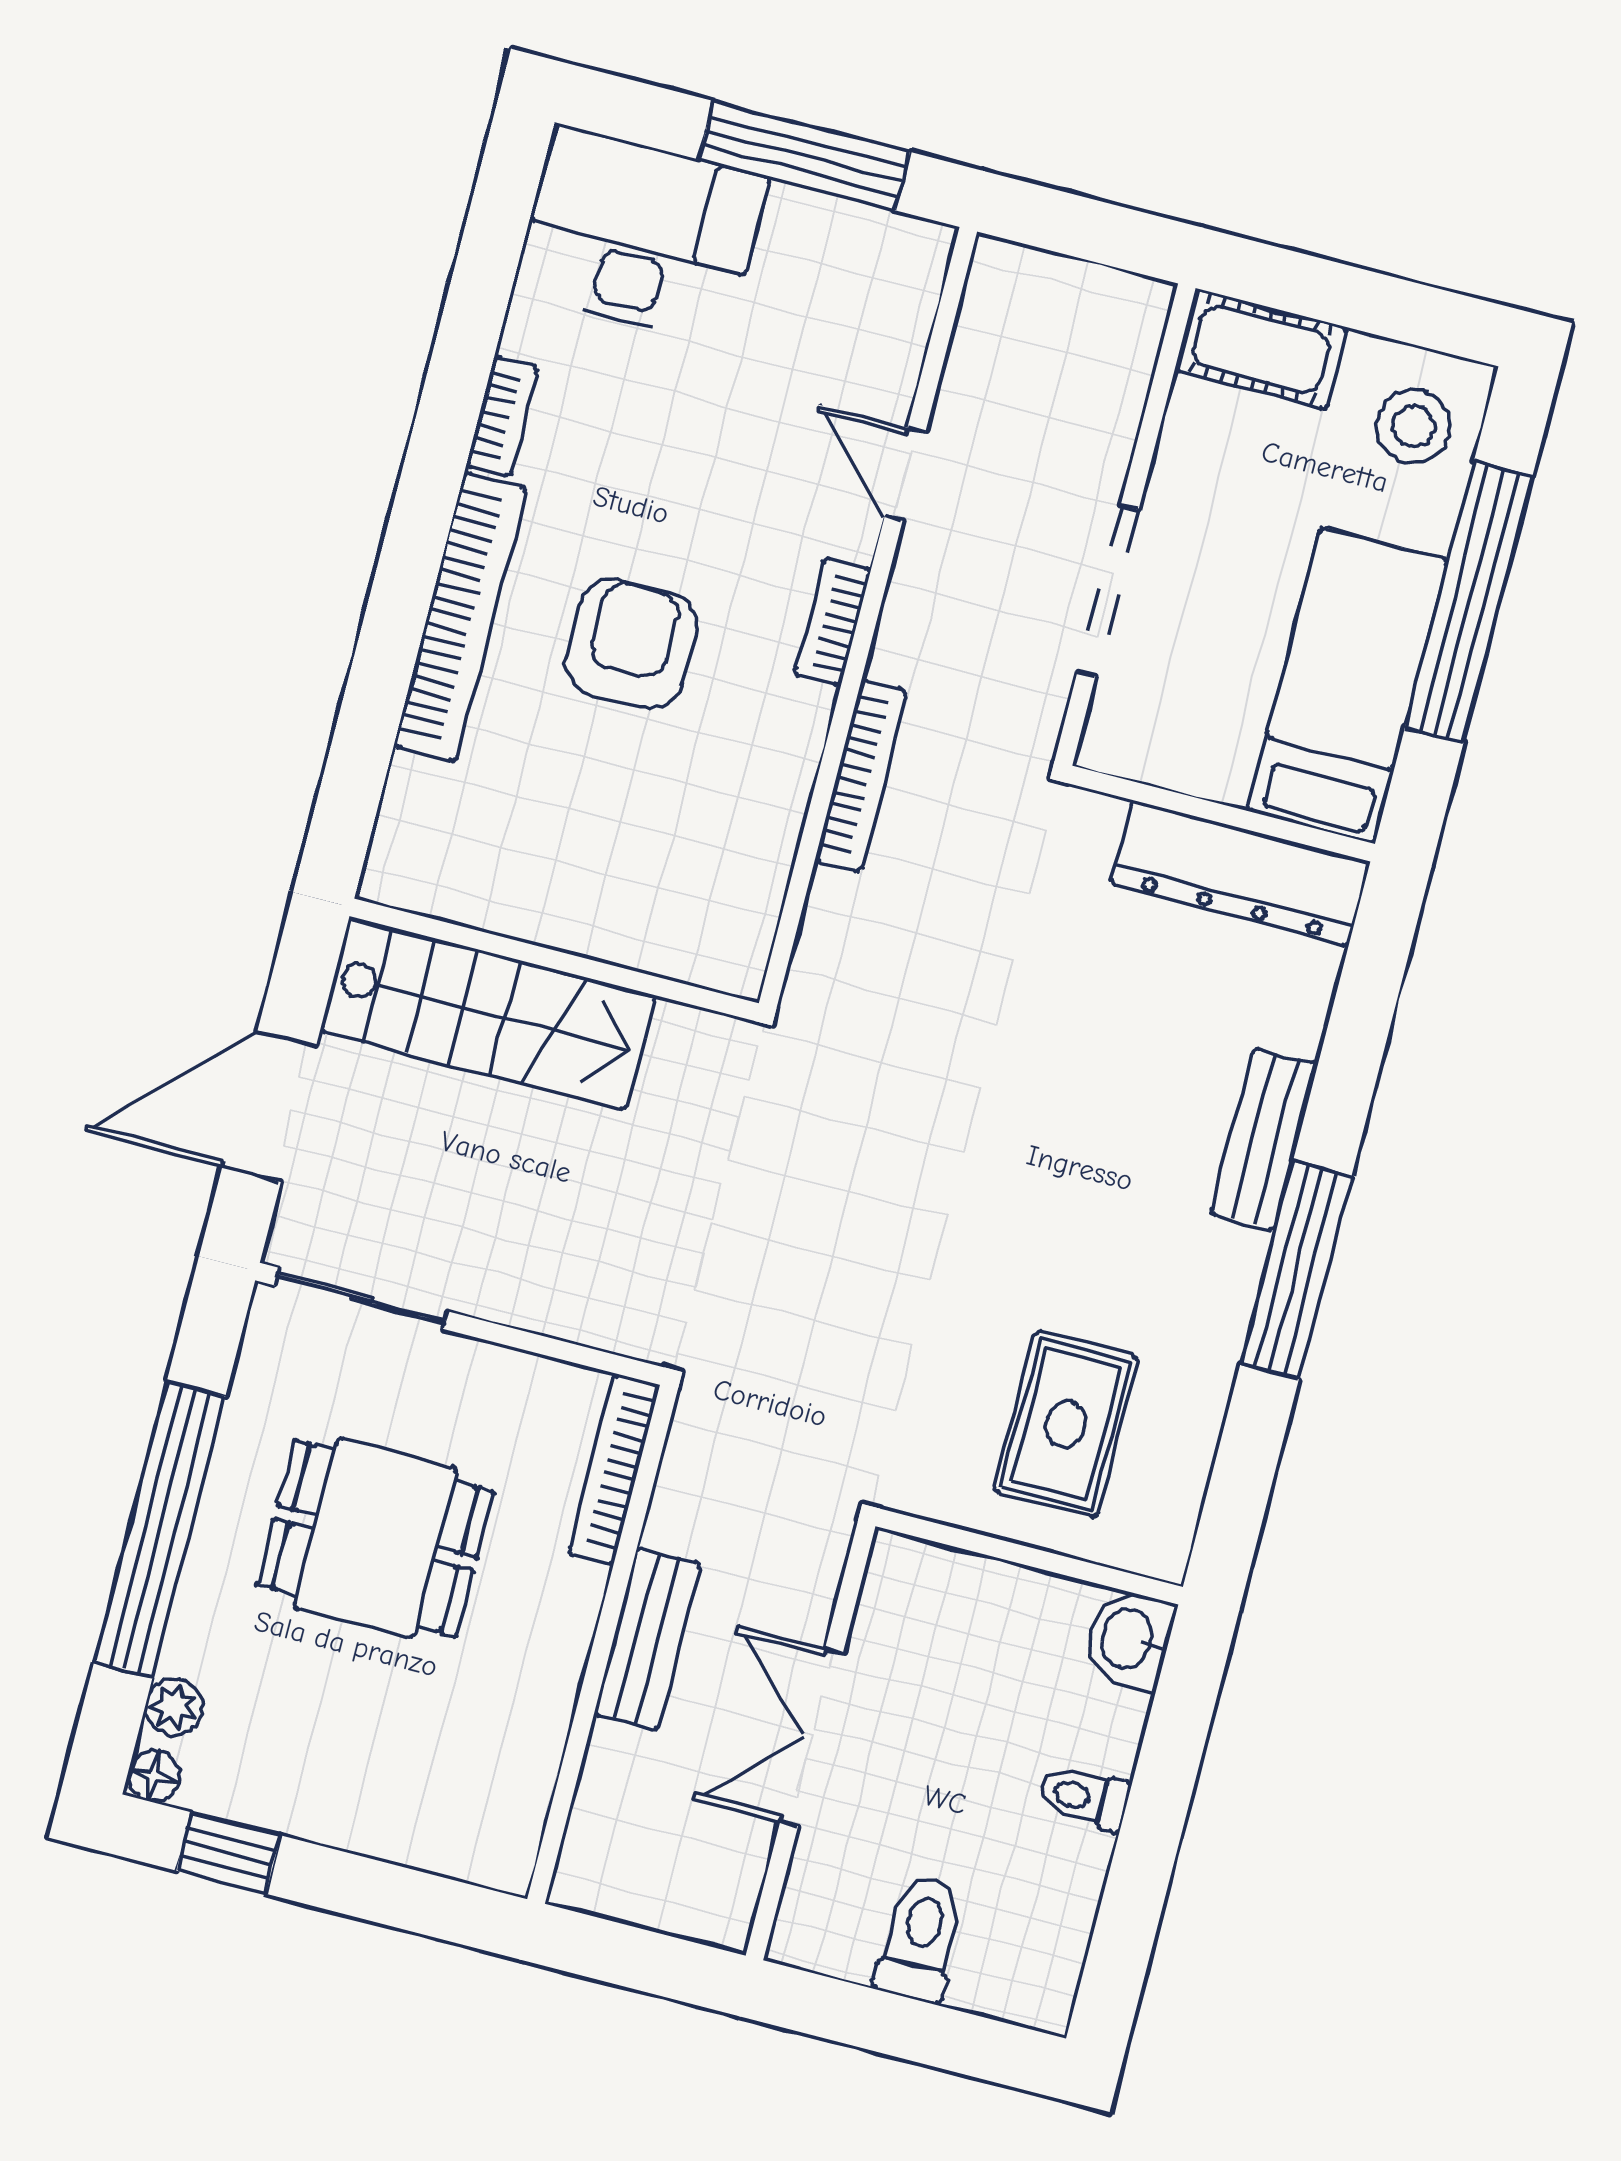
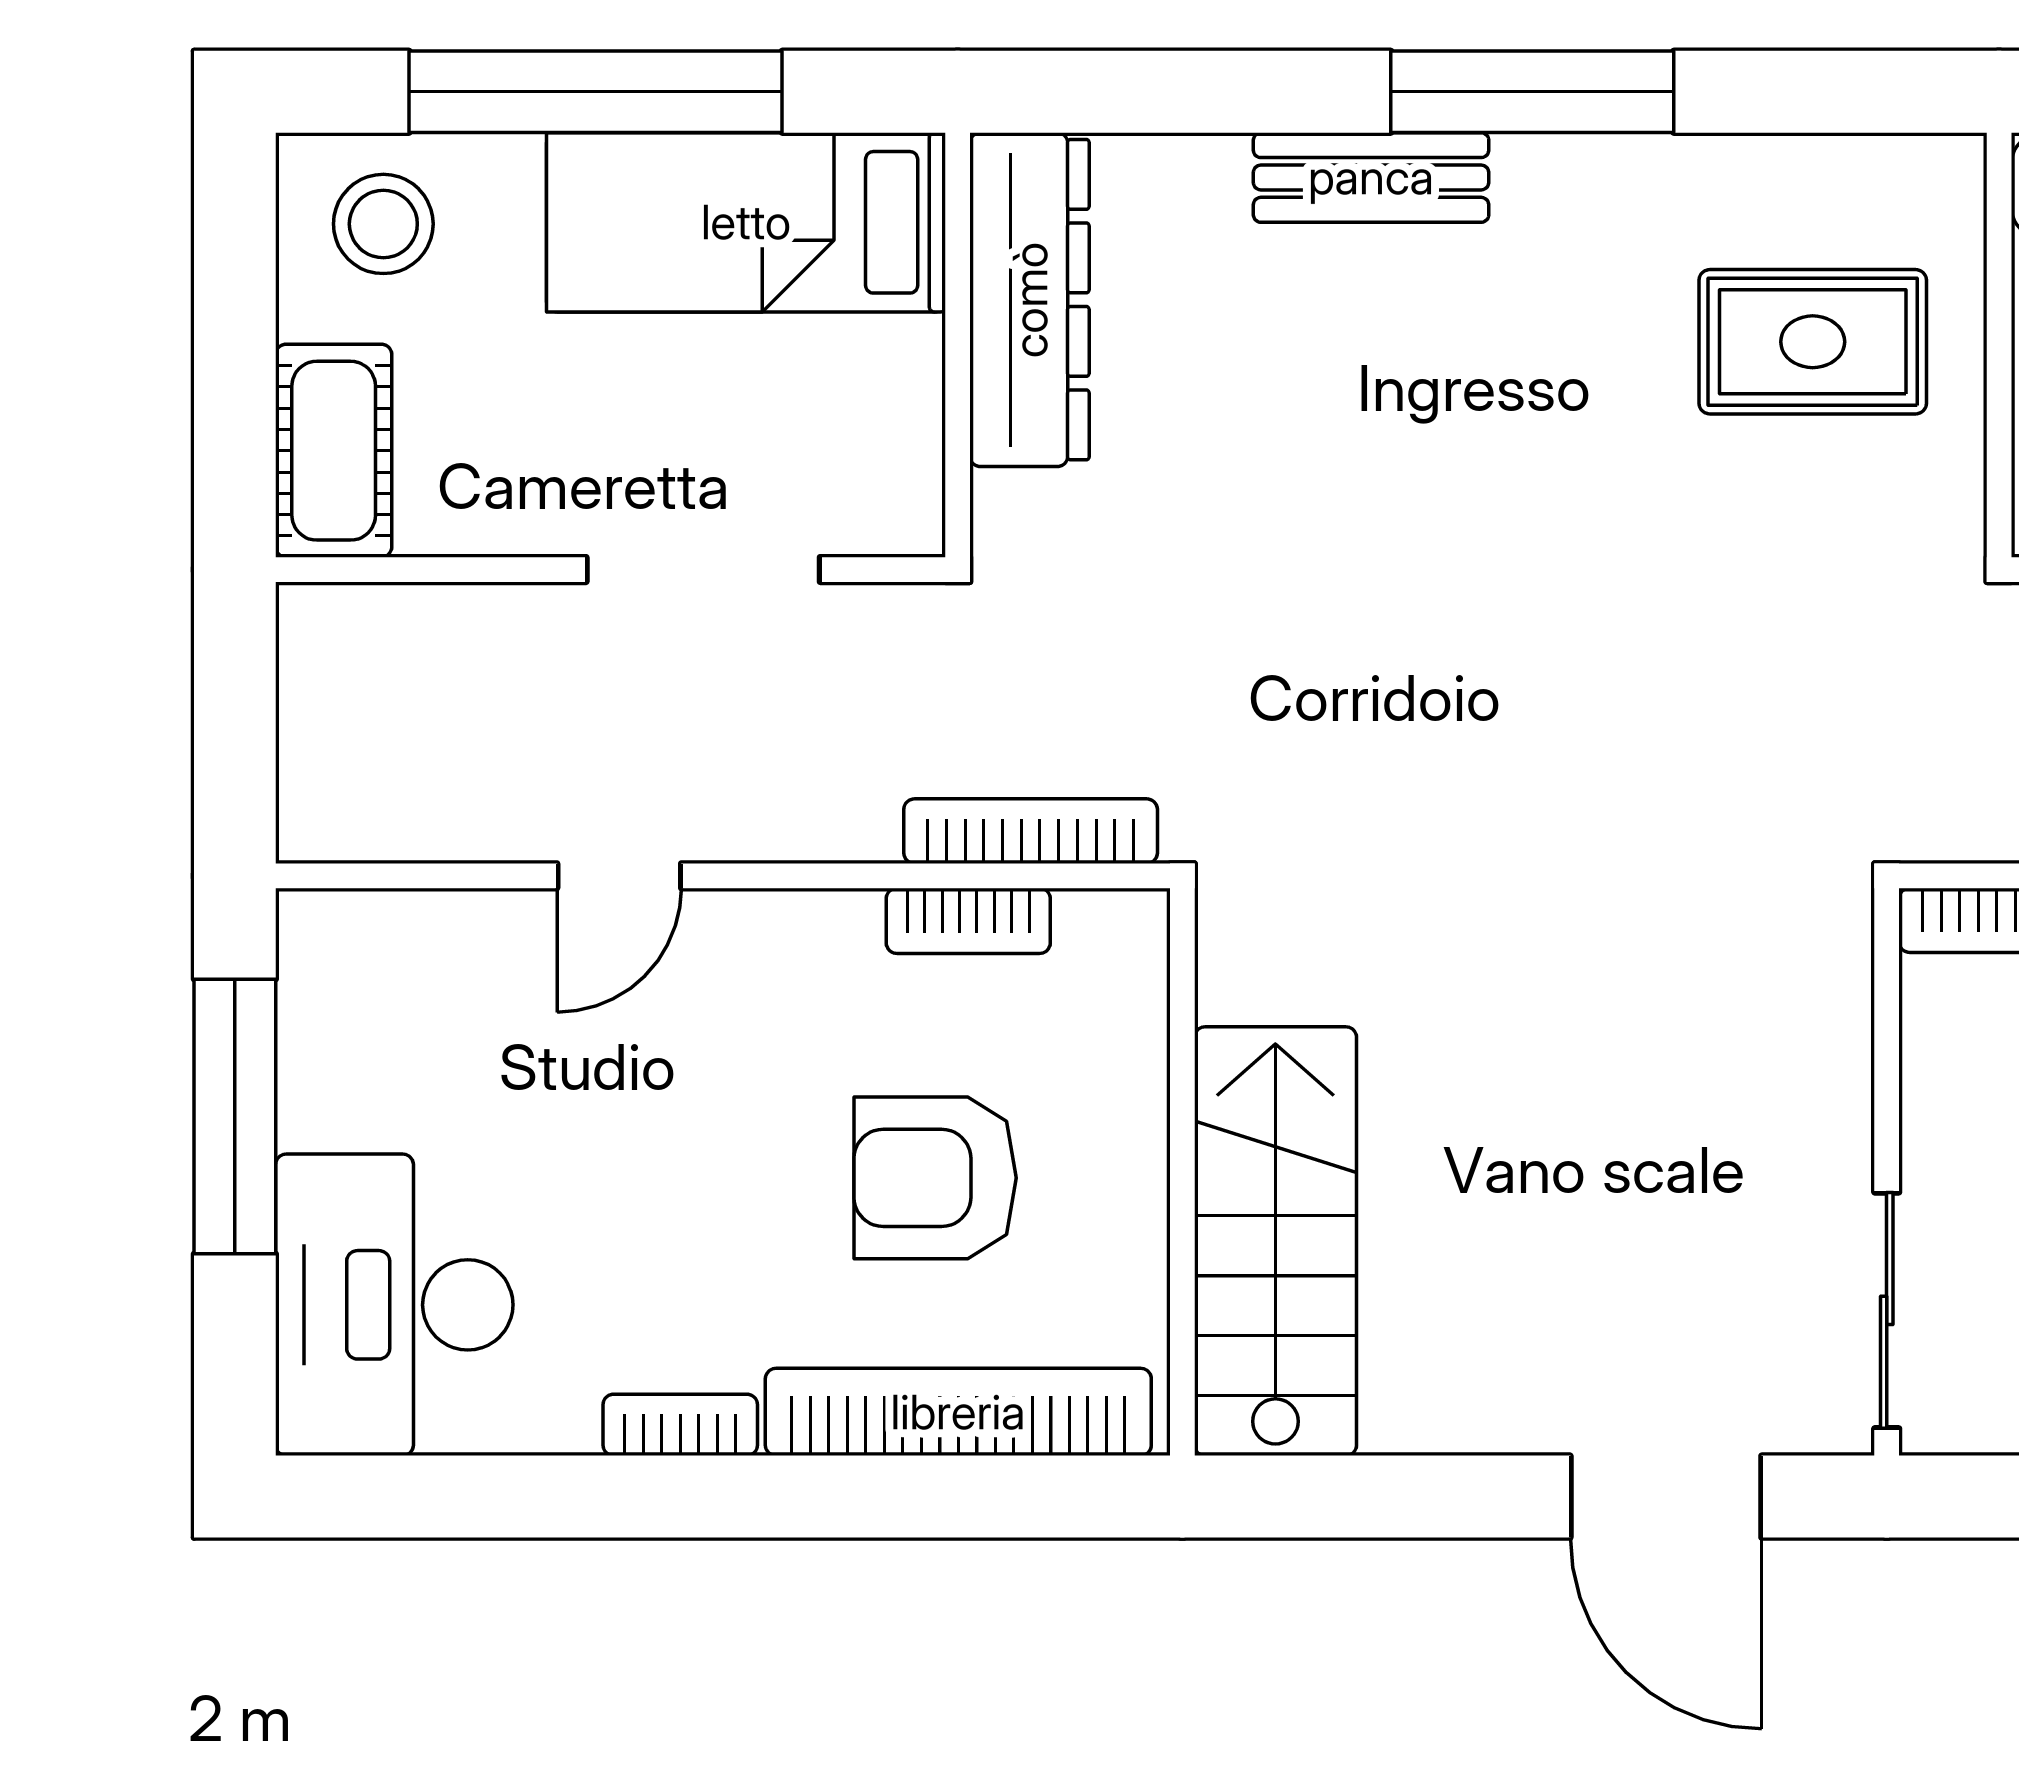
bookcase: (833, 622) -> (968, 921), moved
wall: (554, 960) -> (1182, 1172), moved
stairs: (487, 1013) -> (1275, 1241), moved

